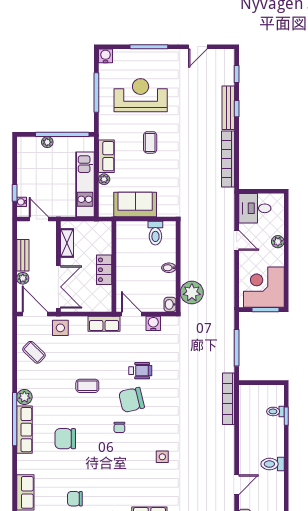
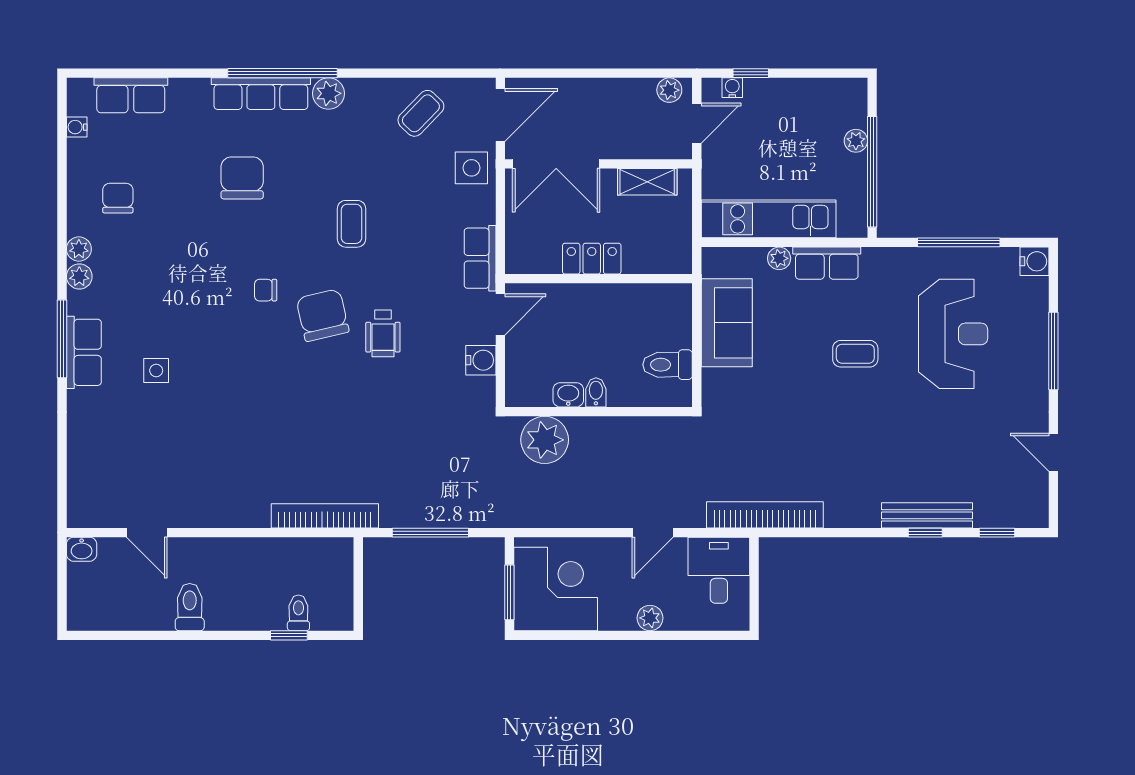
bookcase: (228, 159) -> (765, 515), moved
bench: (23, 255) -> (622, 90), removed
plant: (23, 278) -> (669, 90), moved
washbasin: (170, 304) -> (568, 395), moved
side table: (162, 457) -> (156, 371), moved

